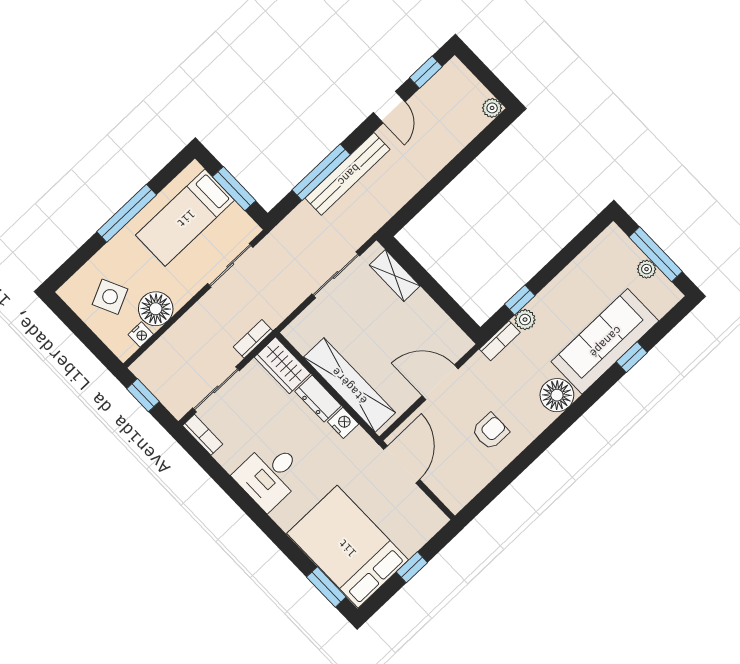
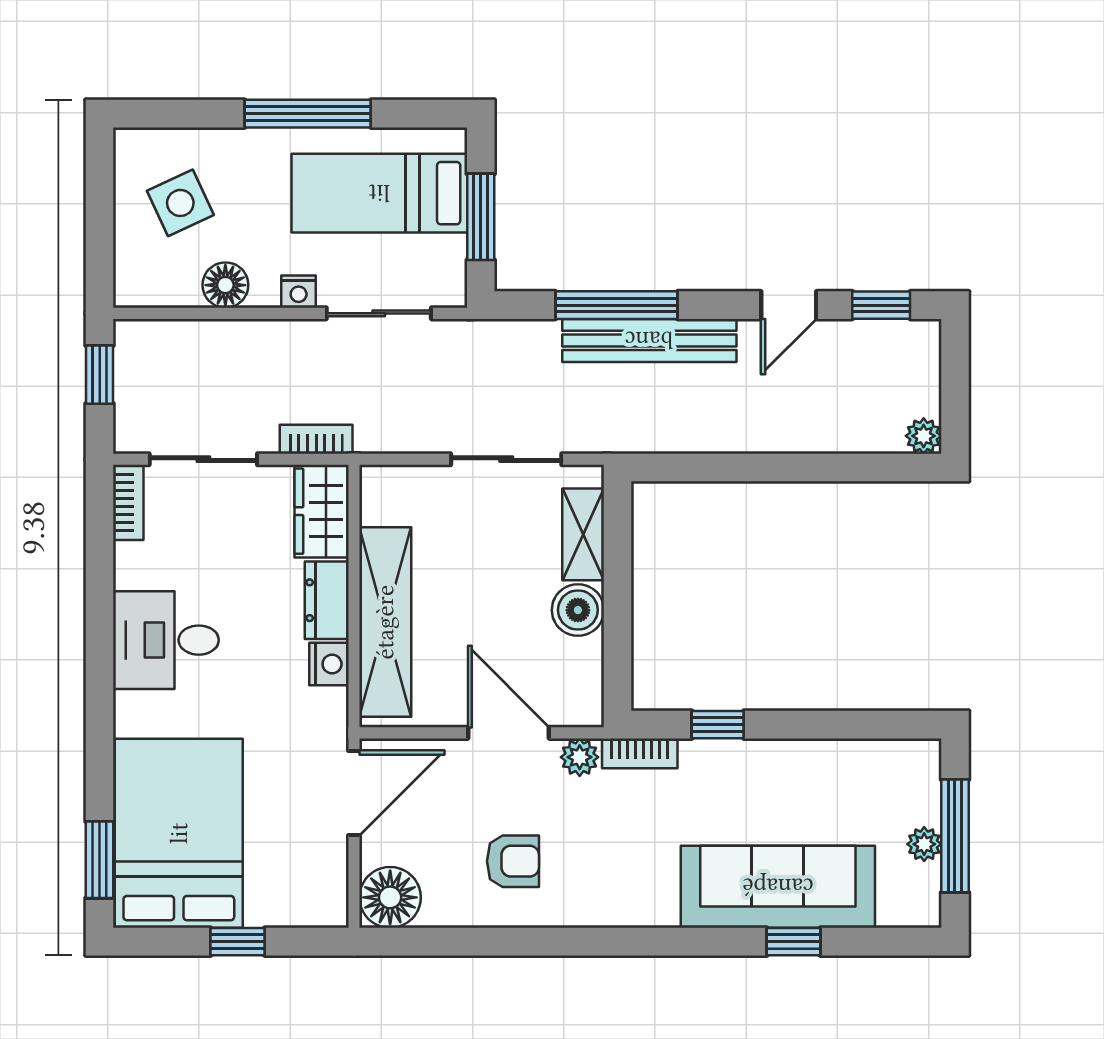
boiler: (421, 307) -> (578, 610), added
floor lamp: (156, 309) -> (225, 285), width x0.73, depth x0.73
plant: (525, 320) -> (580, 757), moved
nightstand: (141, 334) -> (299, 292), moved
floor lamp: (557, 395) -> (390, 897), moved

